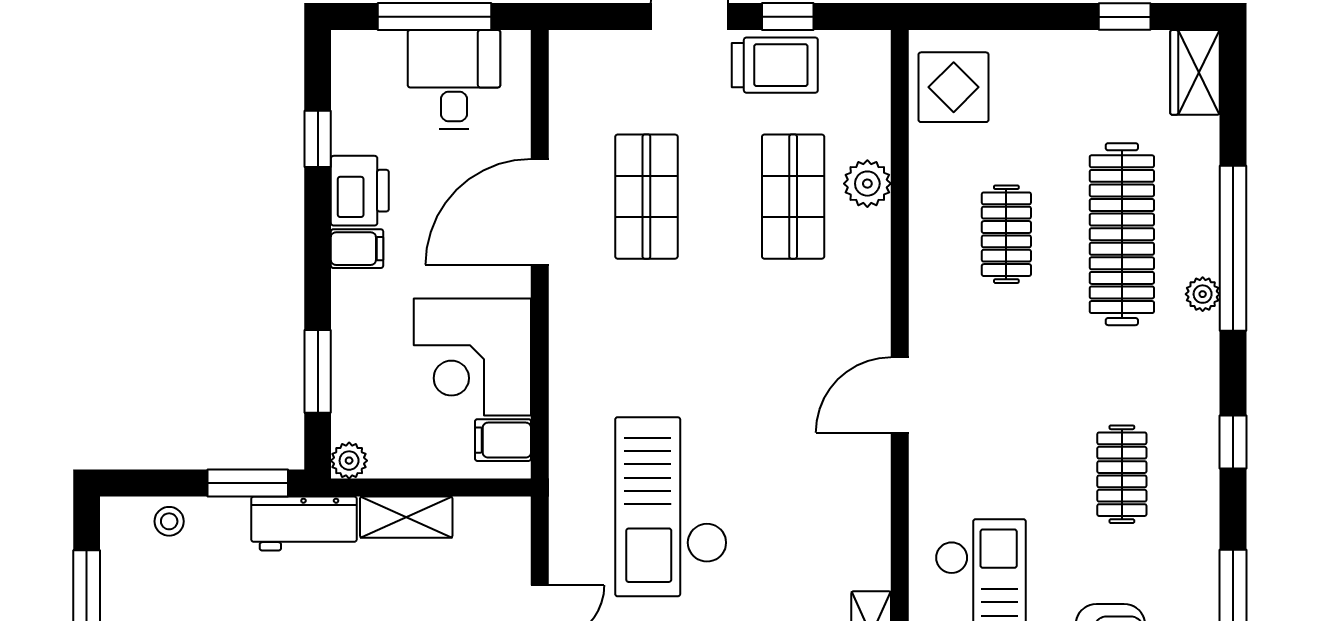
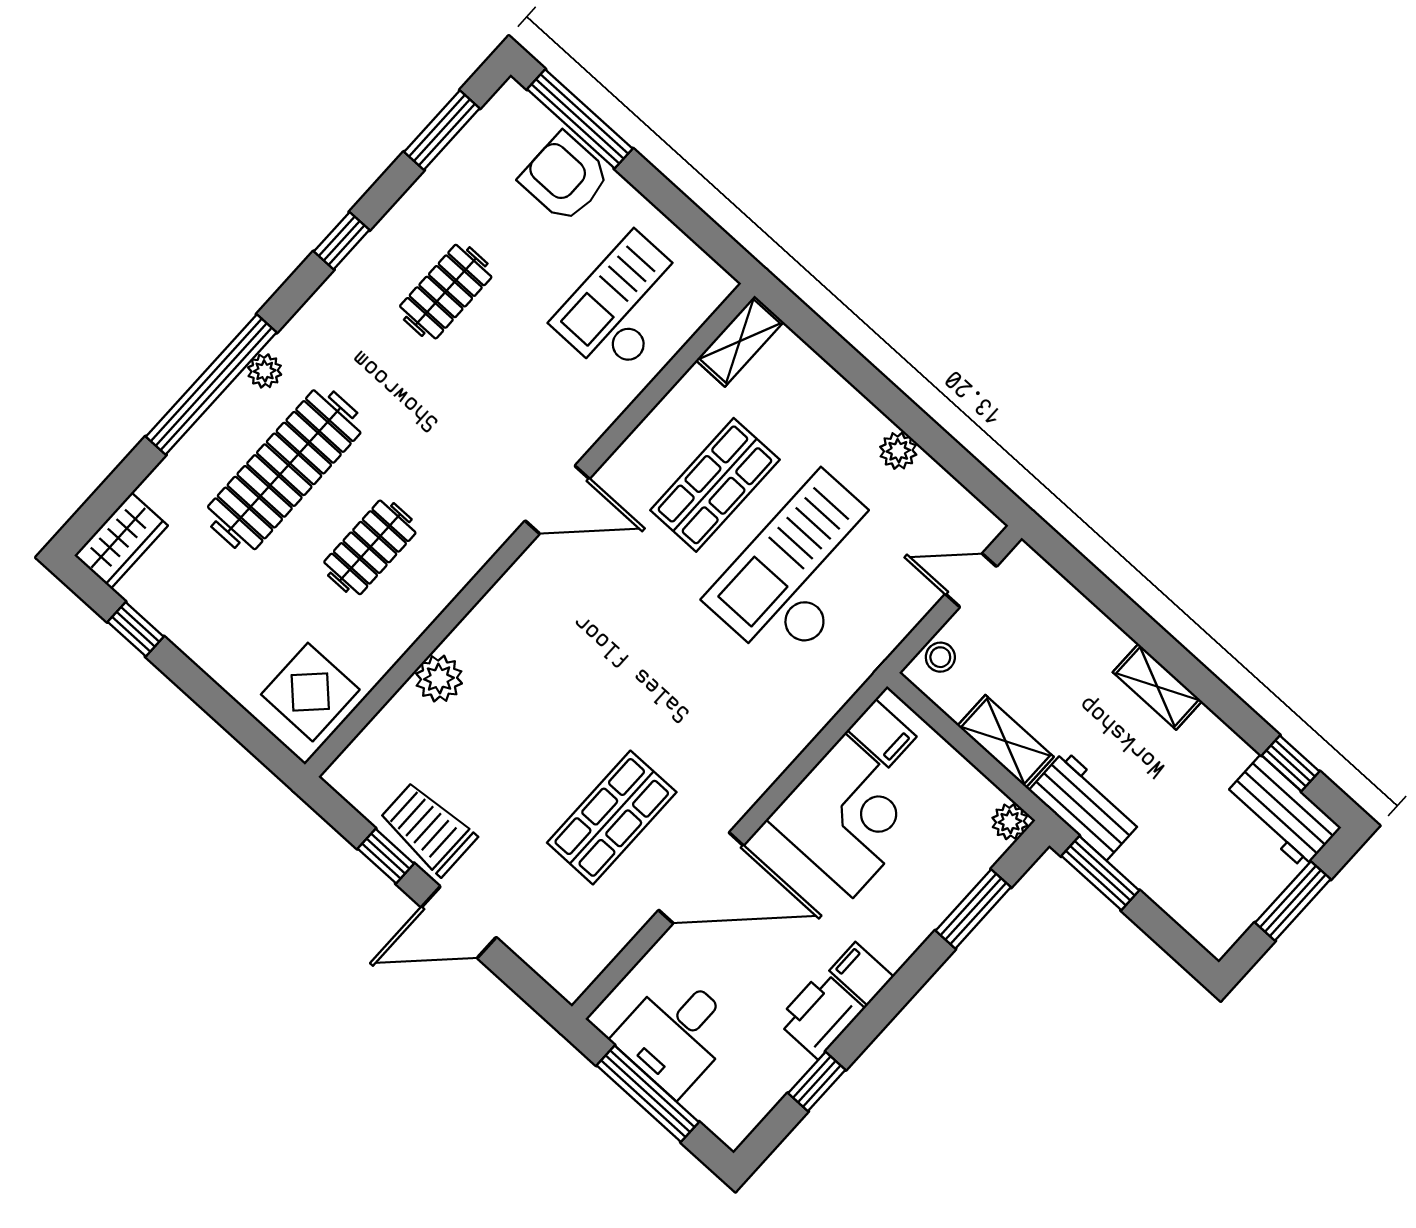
shop shelf: (793, 197) -> (715, 485), moved
checkout: (671, 507) -> (802, 571), turned 180
stool: (169, 521) -> (940, 657), moved

